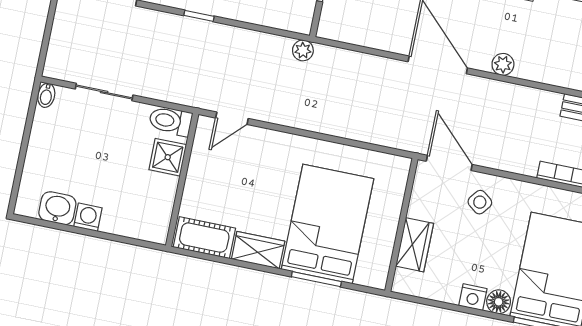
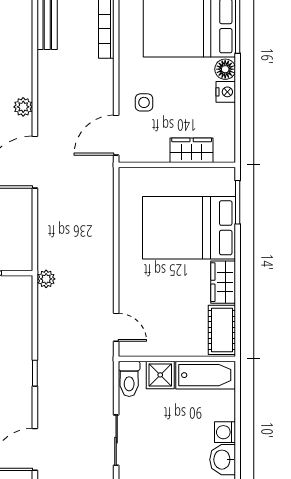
side table: (480, 202) -> (144, 102), turned -38
bathtub: (157, 209) -> (206, 375), added
window: (316, 279) -> (238, 202), moved

